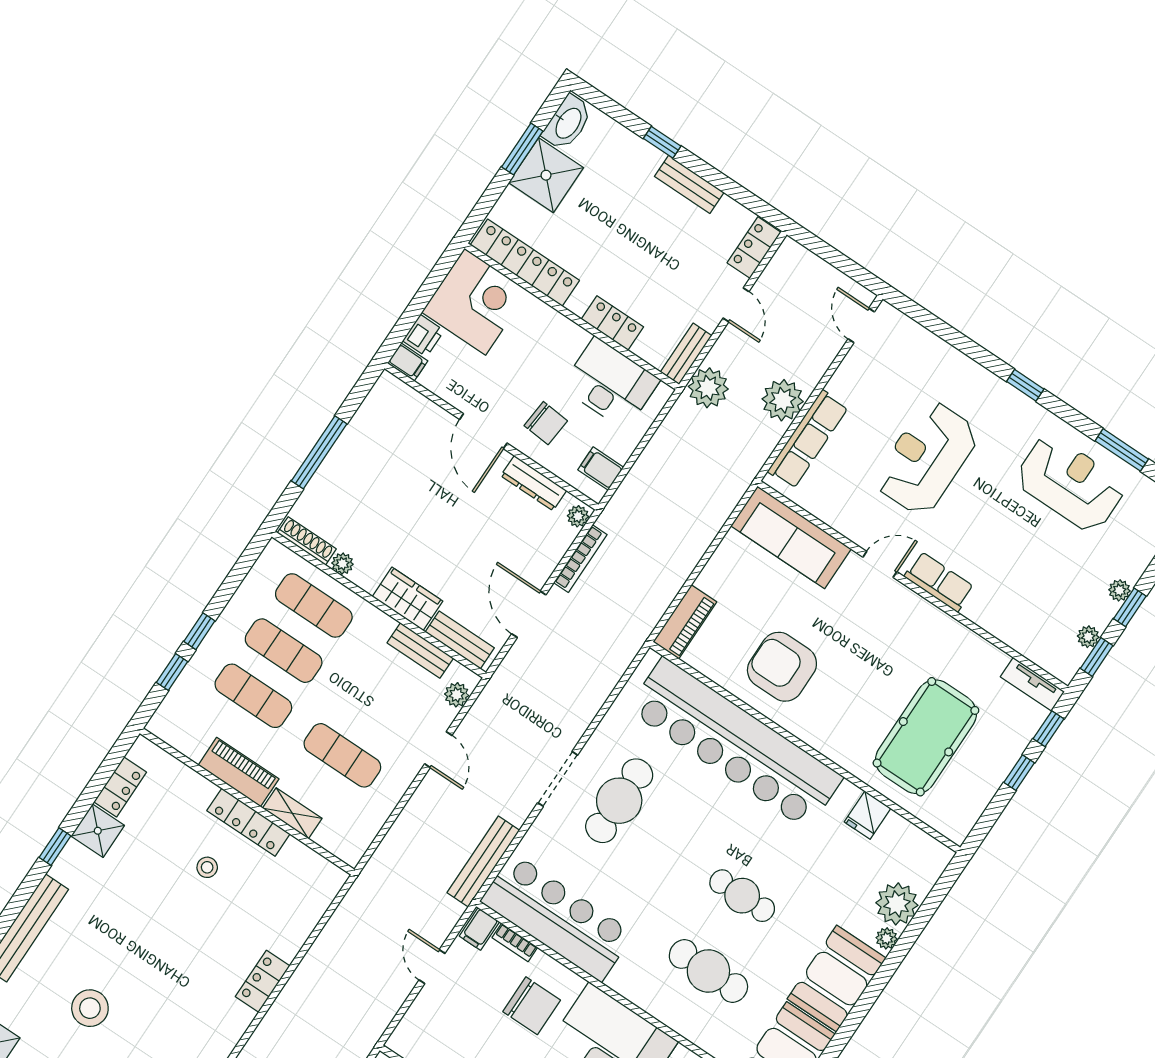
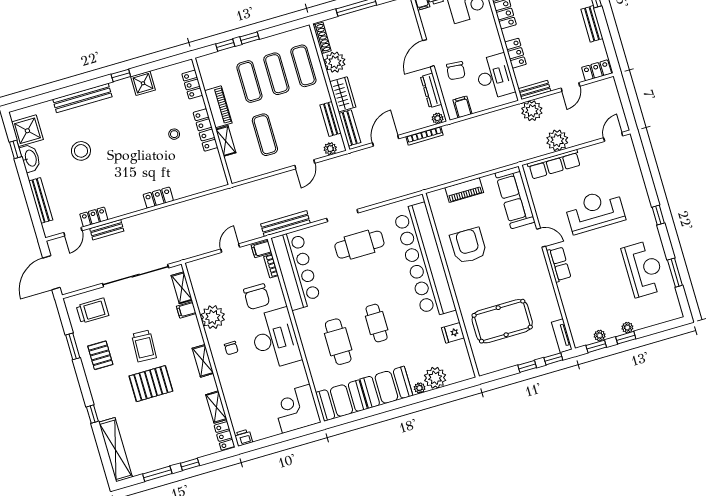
plant: (342, 564) -> (335, 62), width x1.88, depth x1.88
piano: (685, 622) -> (464, 190), moved
locker: (120, 787) -> (192, 85), moved, turned 90

